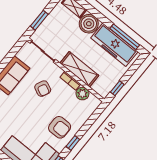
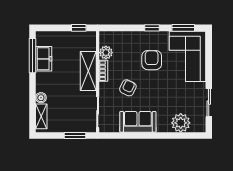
boiler: (89, 24) -> (41, 98), width x0.54, depth x0.54
freezer: (114, 45) -> (44, 59), width x0.52, depth x0.79
armchair: (60, 127) -> (152, 60), moved

